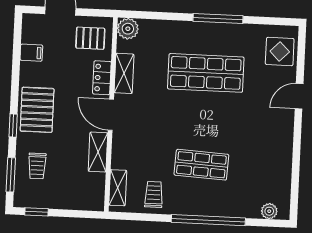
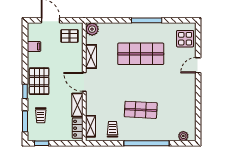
locker: (102, 78) -> (78, 128), moved

